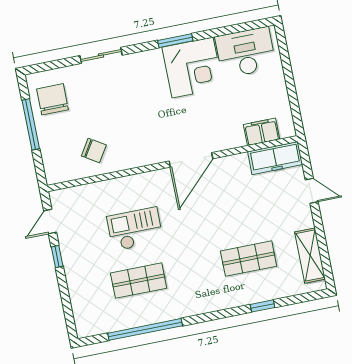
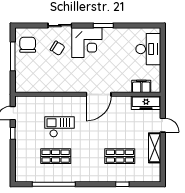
desk: (246, 52) -> (148, 49), moved, turned 90
corner desk: (193, 67) -> (87, 43), moved
chair: (94, 150) -> (58, 48), moved
shelving: (310, 256) -> (155, 148), moved

